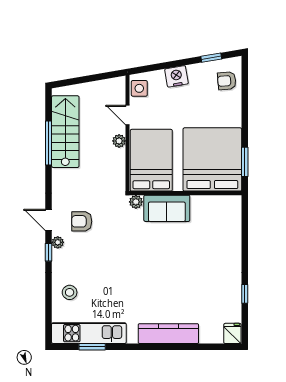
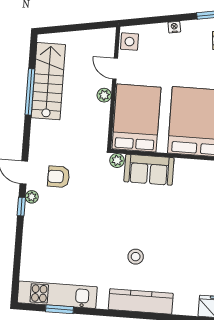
nightstand: (176, 76) -> (174, 27), width x0.53, depth x0.56
stool: (70, 292) -> (136, 257), moved

